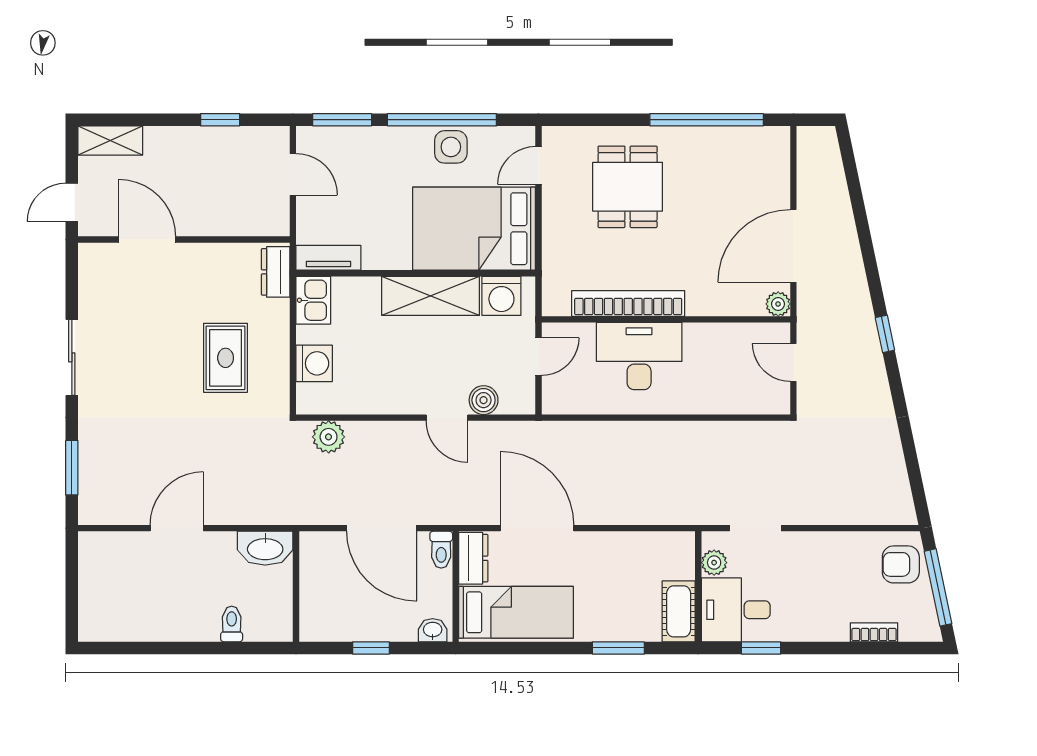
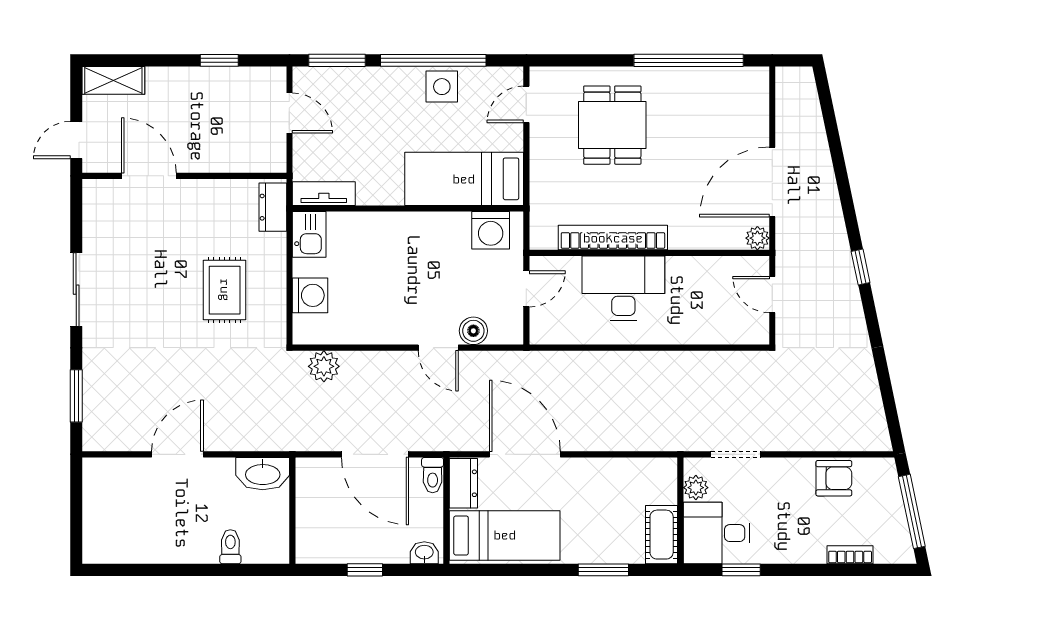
bed: (474, 229) -> (464, 179), width x0.67
shelving: (431, 296) -> (422, 230), removed
armchair: (901, 564) -> (834, 478), moved, turned 180

